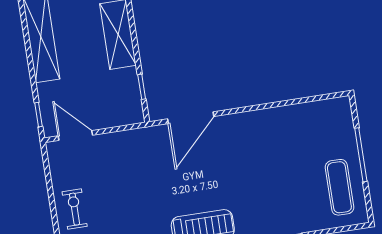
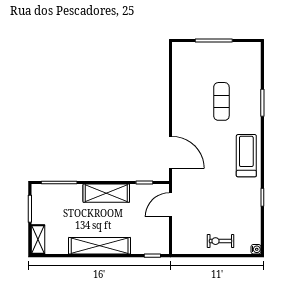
door: (75, 135) -> (171, 205), moved
exercise mat: (339, 187) -> (221, 101), moved, turned 90

